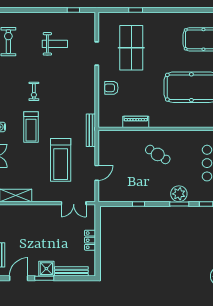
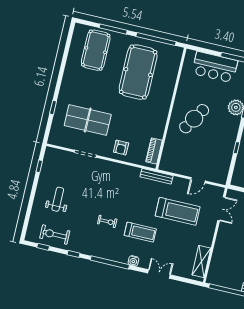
weight bench: (55, 44) -> (58, 199), moved
piano: (136, 122) -> (154, 151), moved
cafe table: (158, 154) -> (194, 119), width x1.37, depth x1.35
door: (97, 173) -> (198, 180), swing flipped

